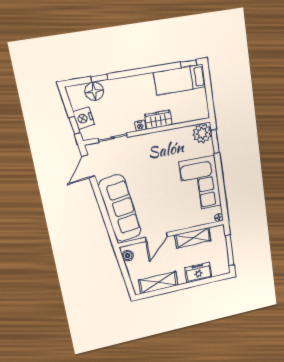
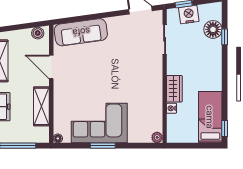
nightstand: (140, 126) -> (172, 108), moved
plant: (202, 133) -> (157, 137), width x0.53, depth x0.53
window: (215, 141) -> (103, 146), moved
sofa: (120, 208) -> (81, 32), width x0.74, depth x0.79

